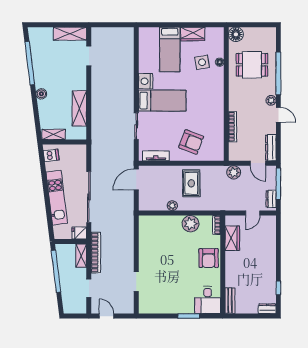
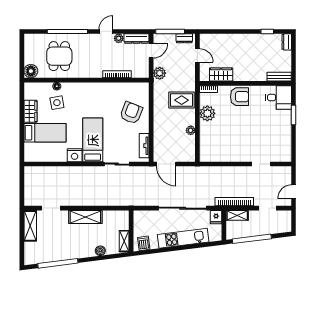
boiler: (41, 94) -> (100, 251), moved
plant: (271, 100) -> (119, 38), moved
shelving: (79, 108) -> (85, 217), moved
rug: (191, 183) -> (182, 100), moved

